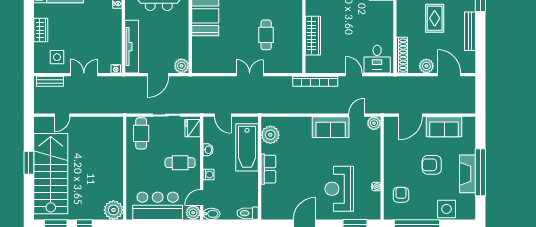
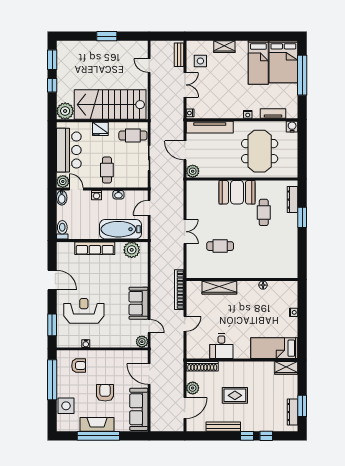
desk: (377, 59) -> (221, 346), moved, turned -90
sofa: (444, 127) -> (139, 409), width x1.36
fridge: (193, 128) -> (100, 129), moved, turned 180
row of seats: (268, 169) -> (95, 248), width x1.48
stairs: (51, 174) -> (110, 105), moved, turned 180

